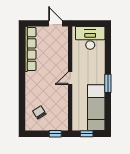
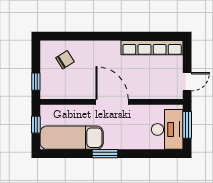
window: (87, 23) -> (187, 125), added
door: (70, 78) -> (112, 102), width x1.87

